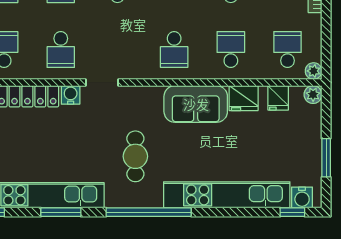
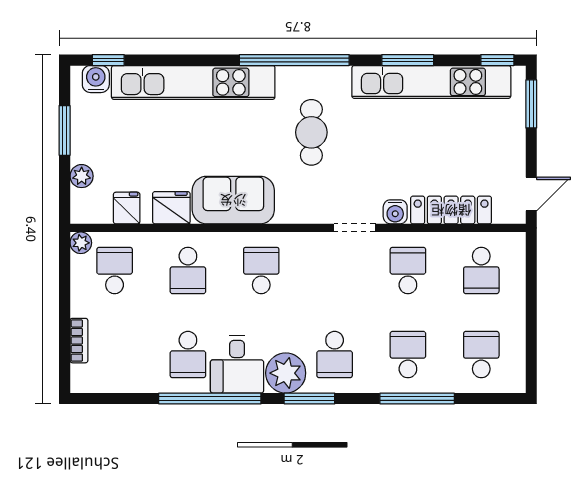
school desk: (288, 50) -> (115, 270), turned 180
plant: (313, 95) -> (82, 176), moved

